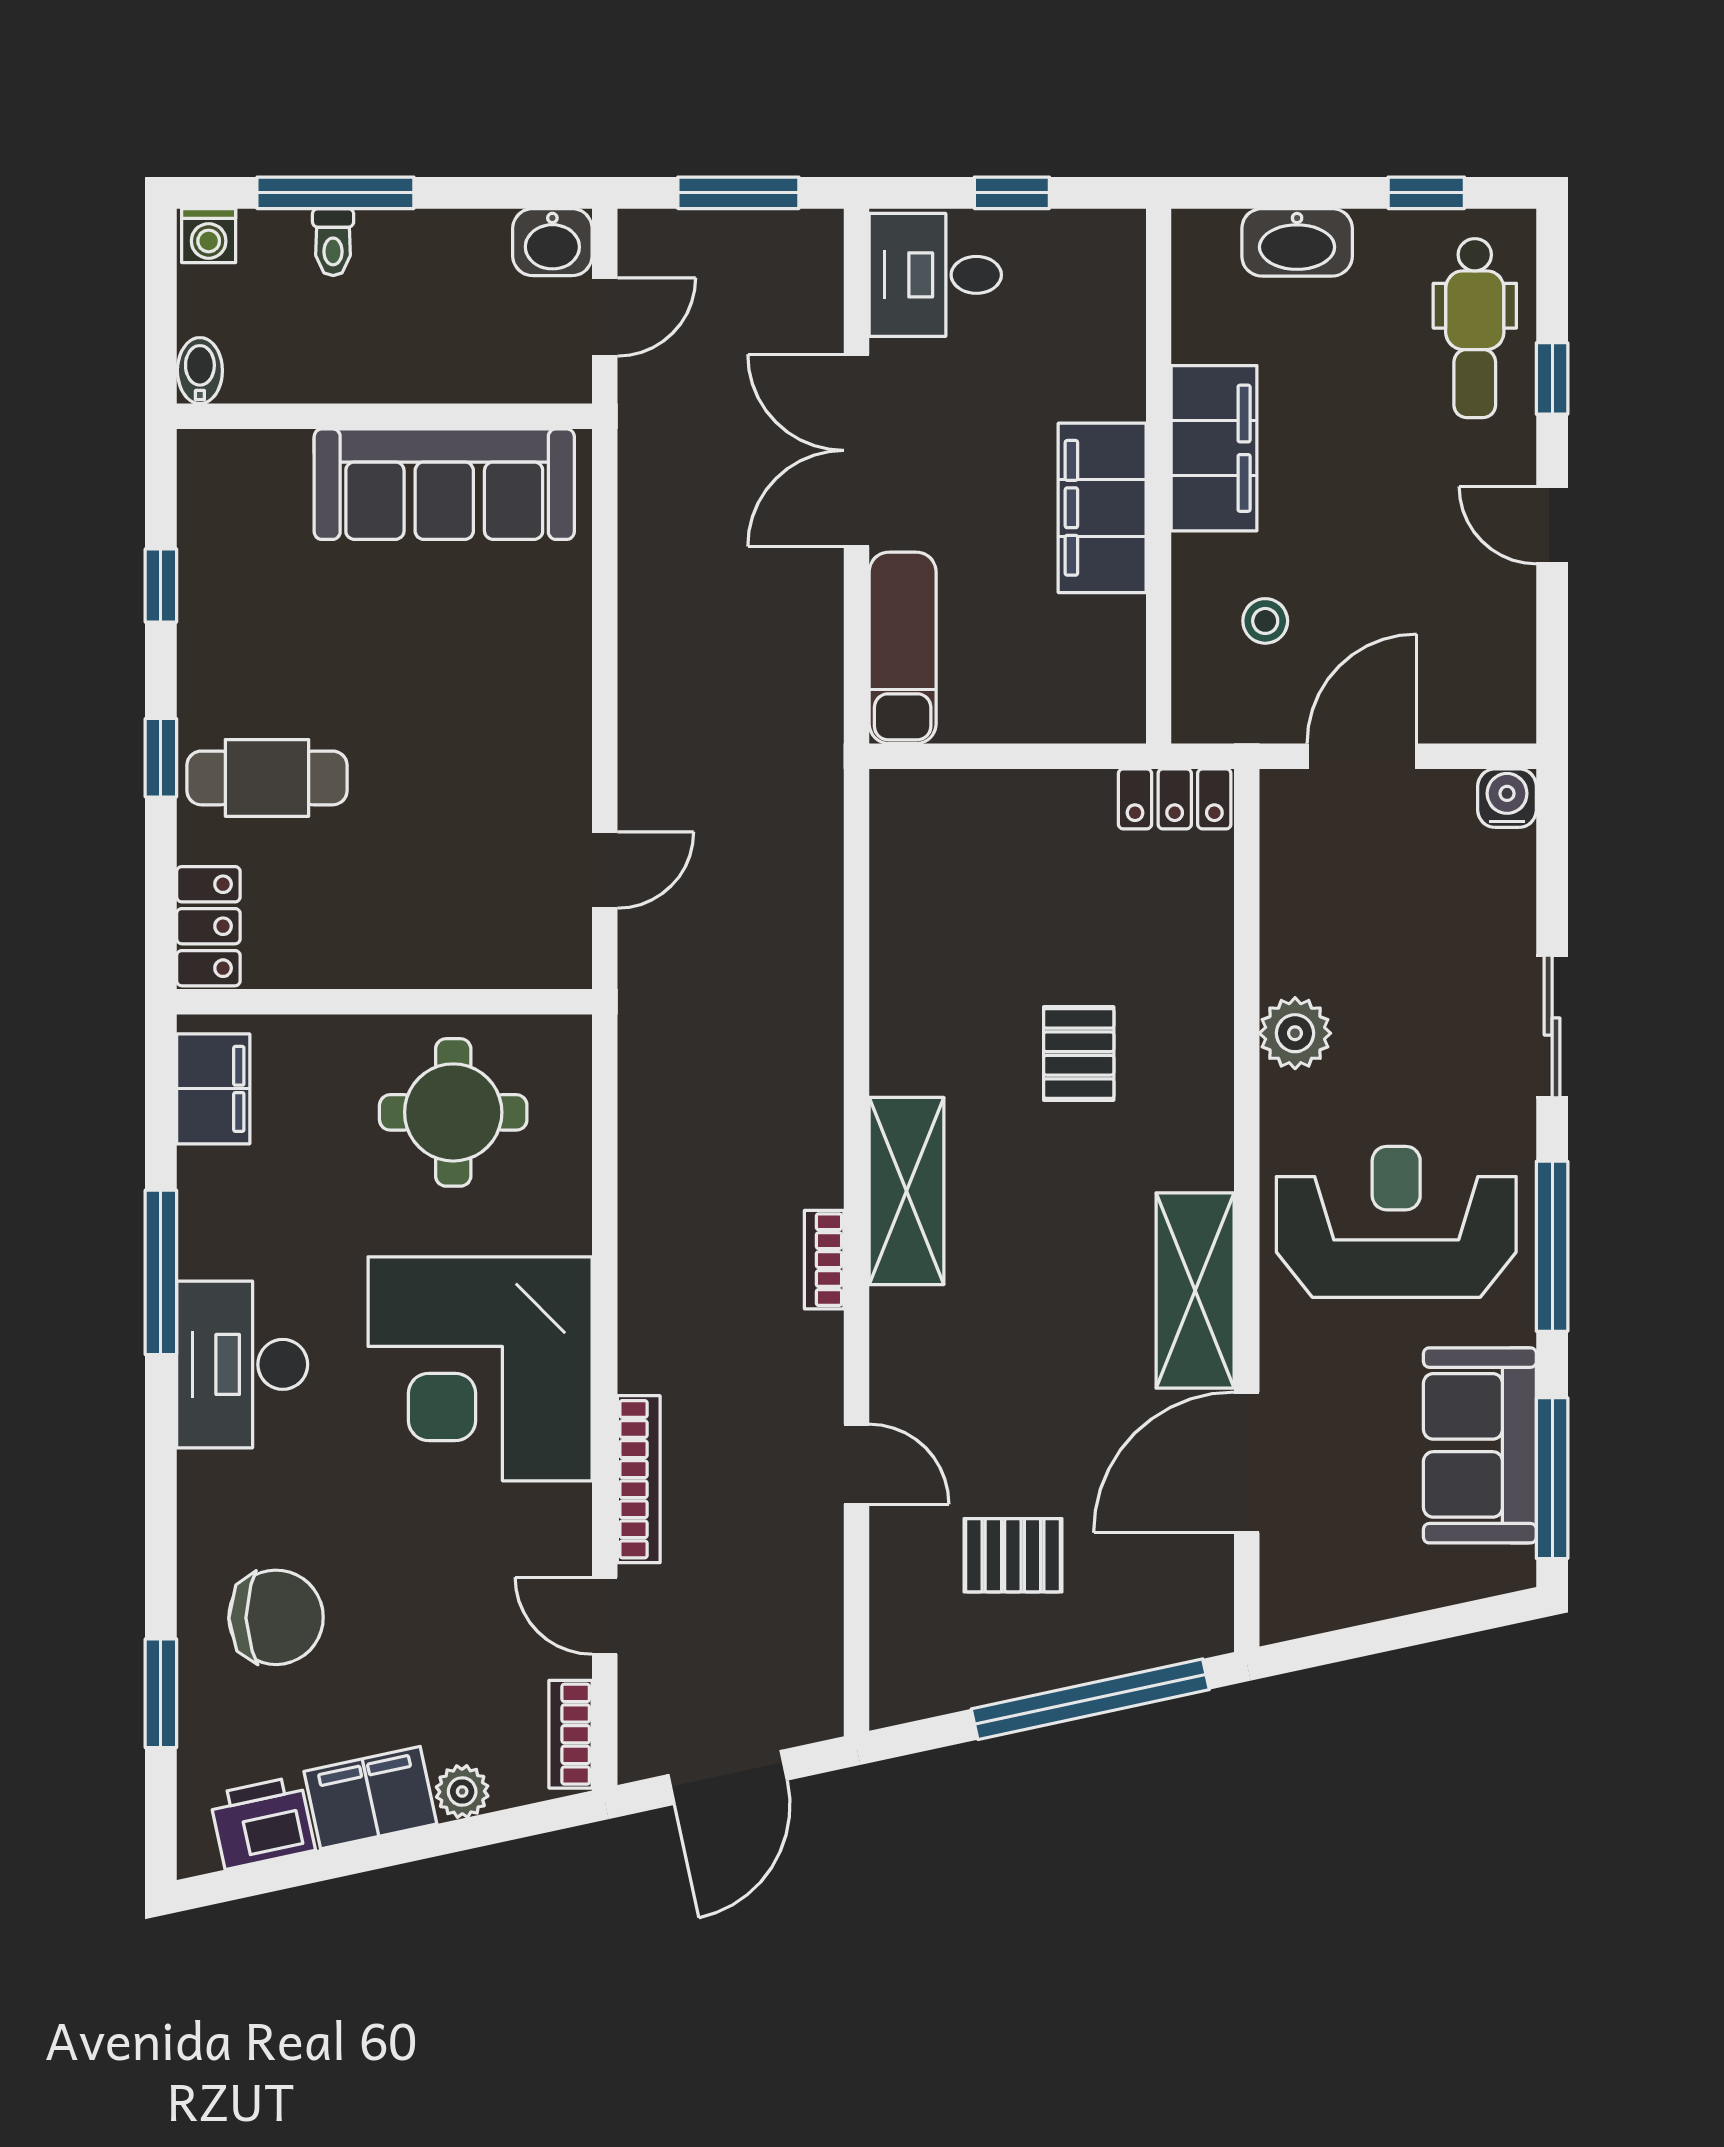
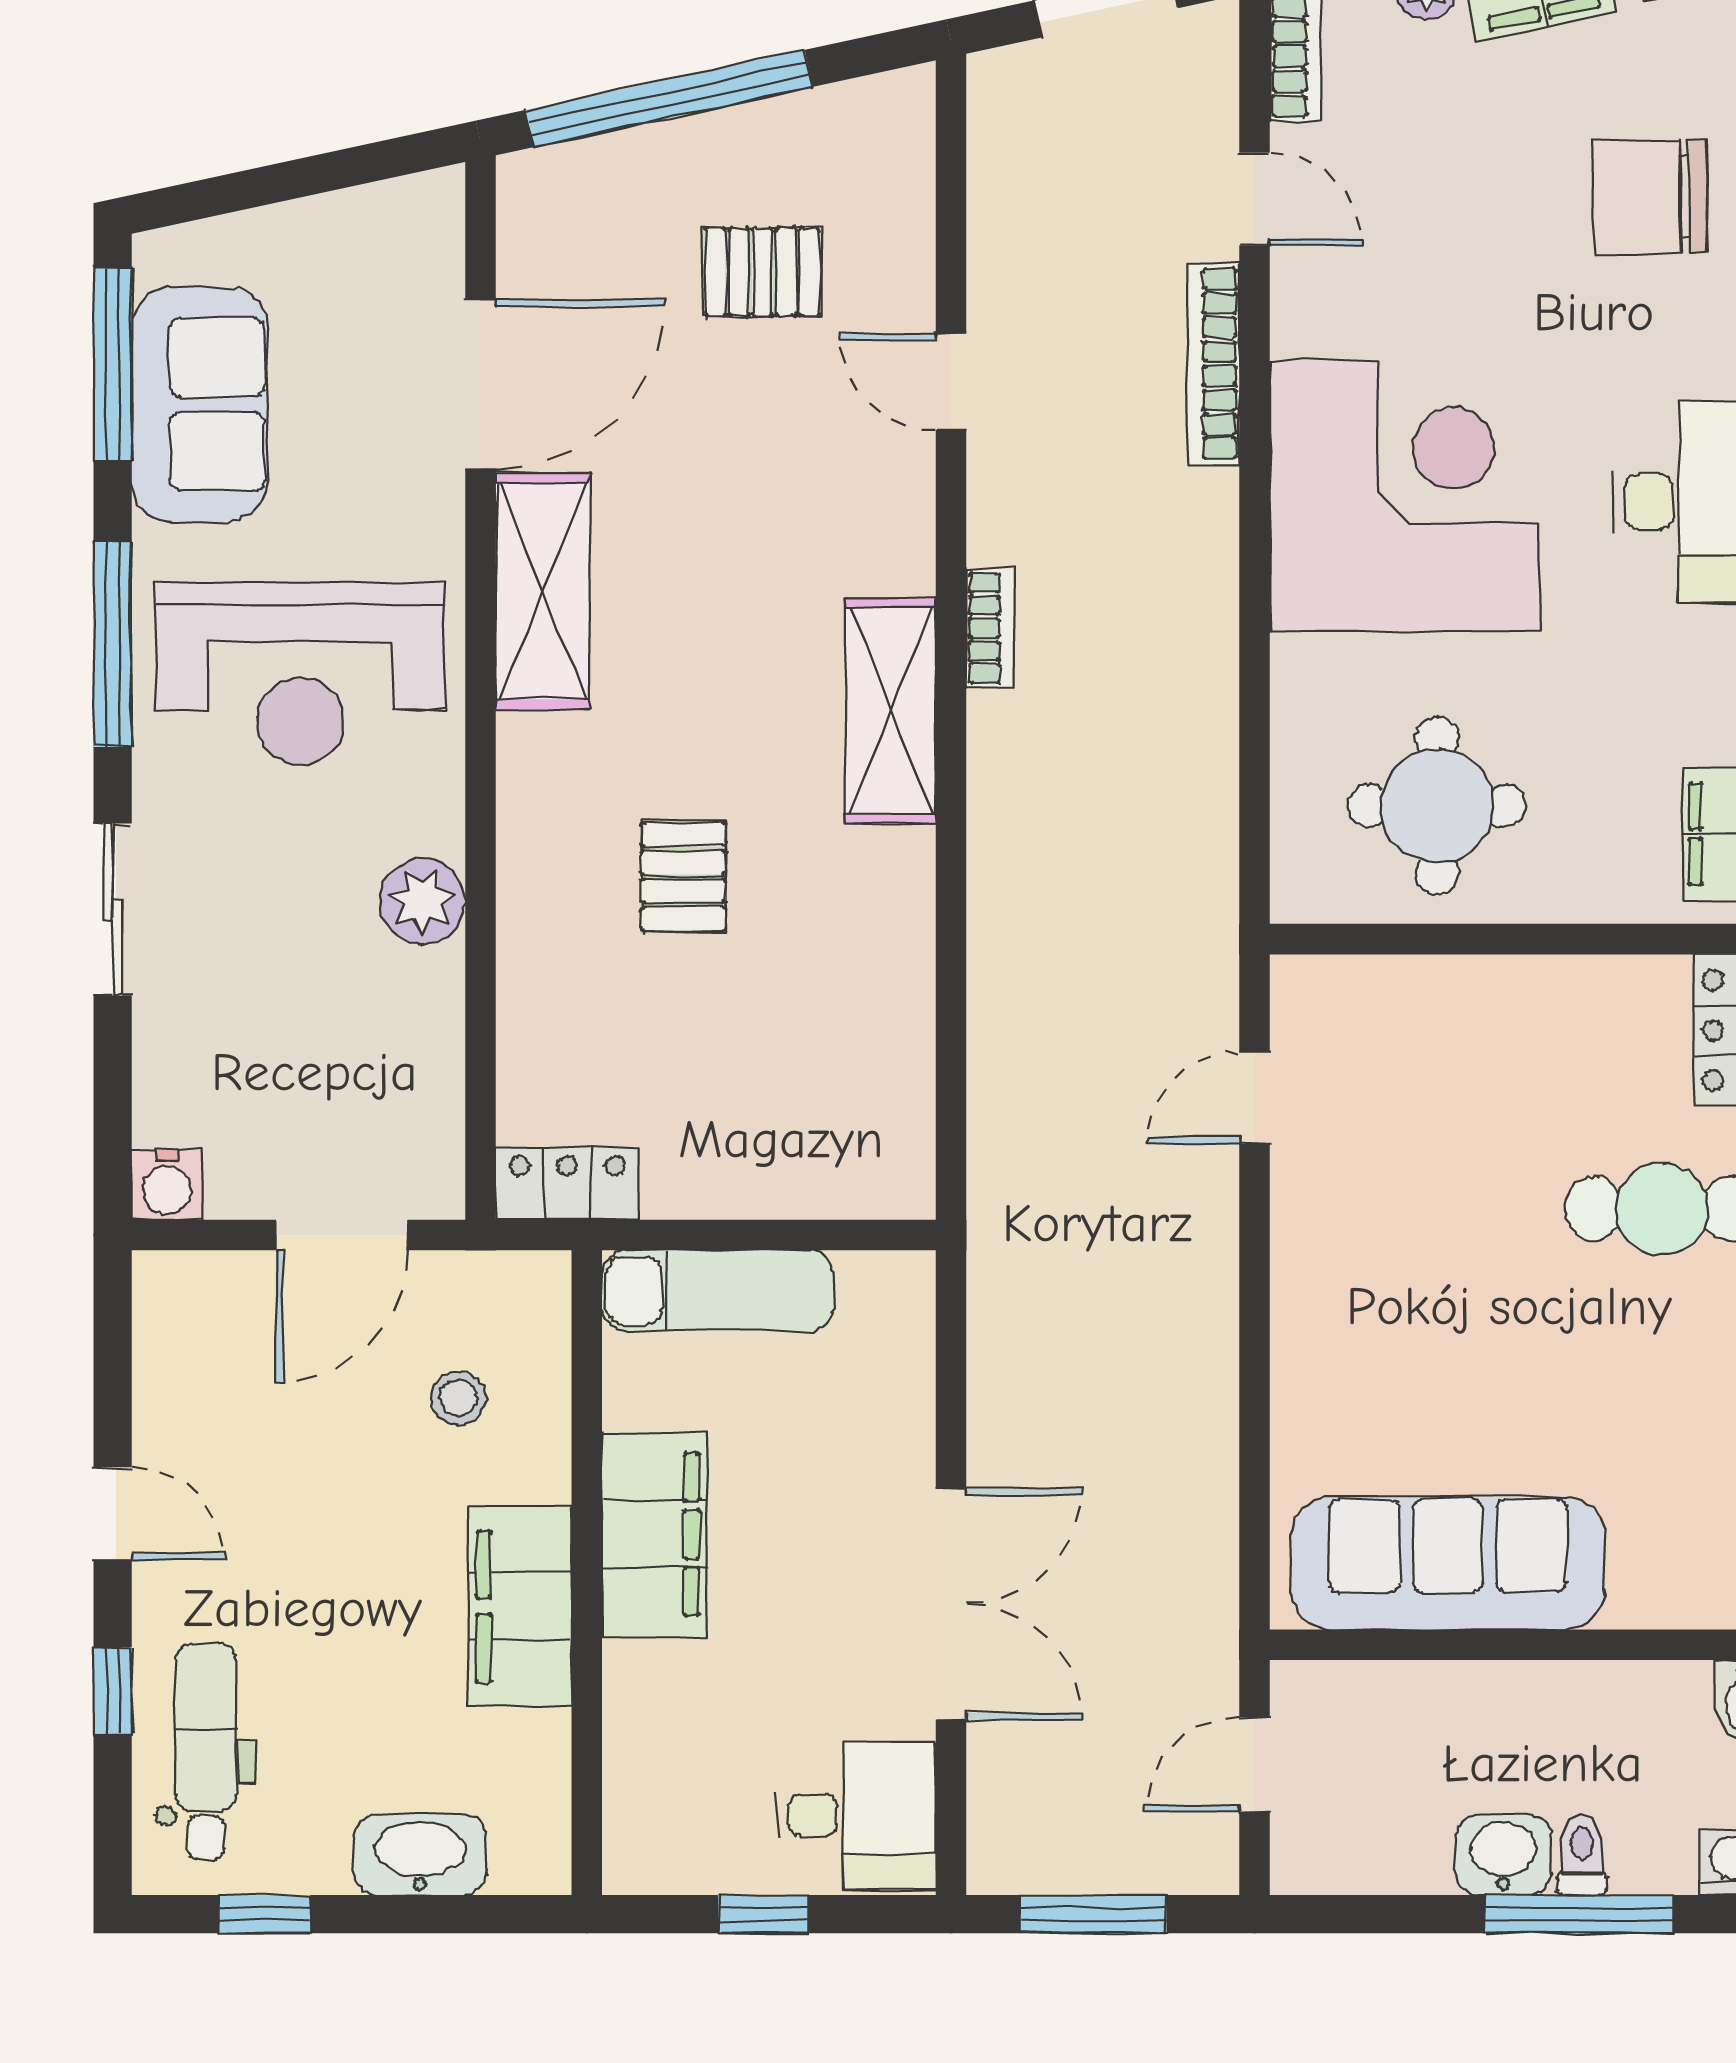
washbasin: (552, 242) -> (1503, 1855), moved
exam couch: (903, 648) -> (717, 1291), moved, turned -90

